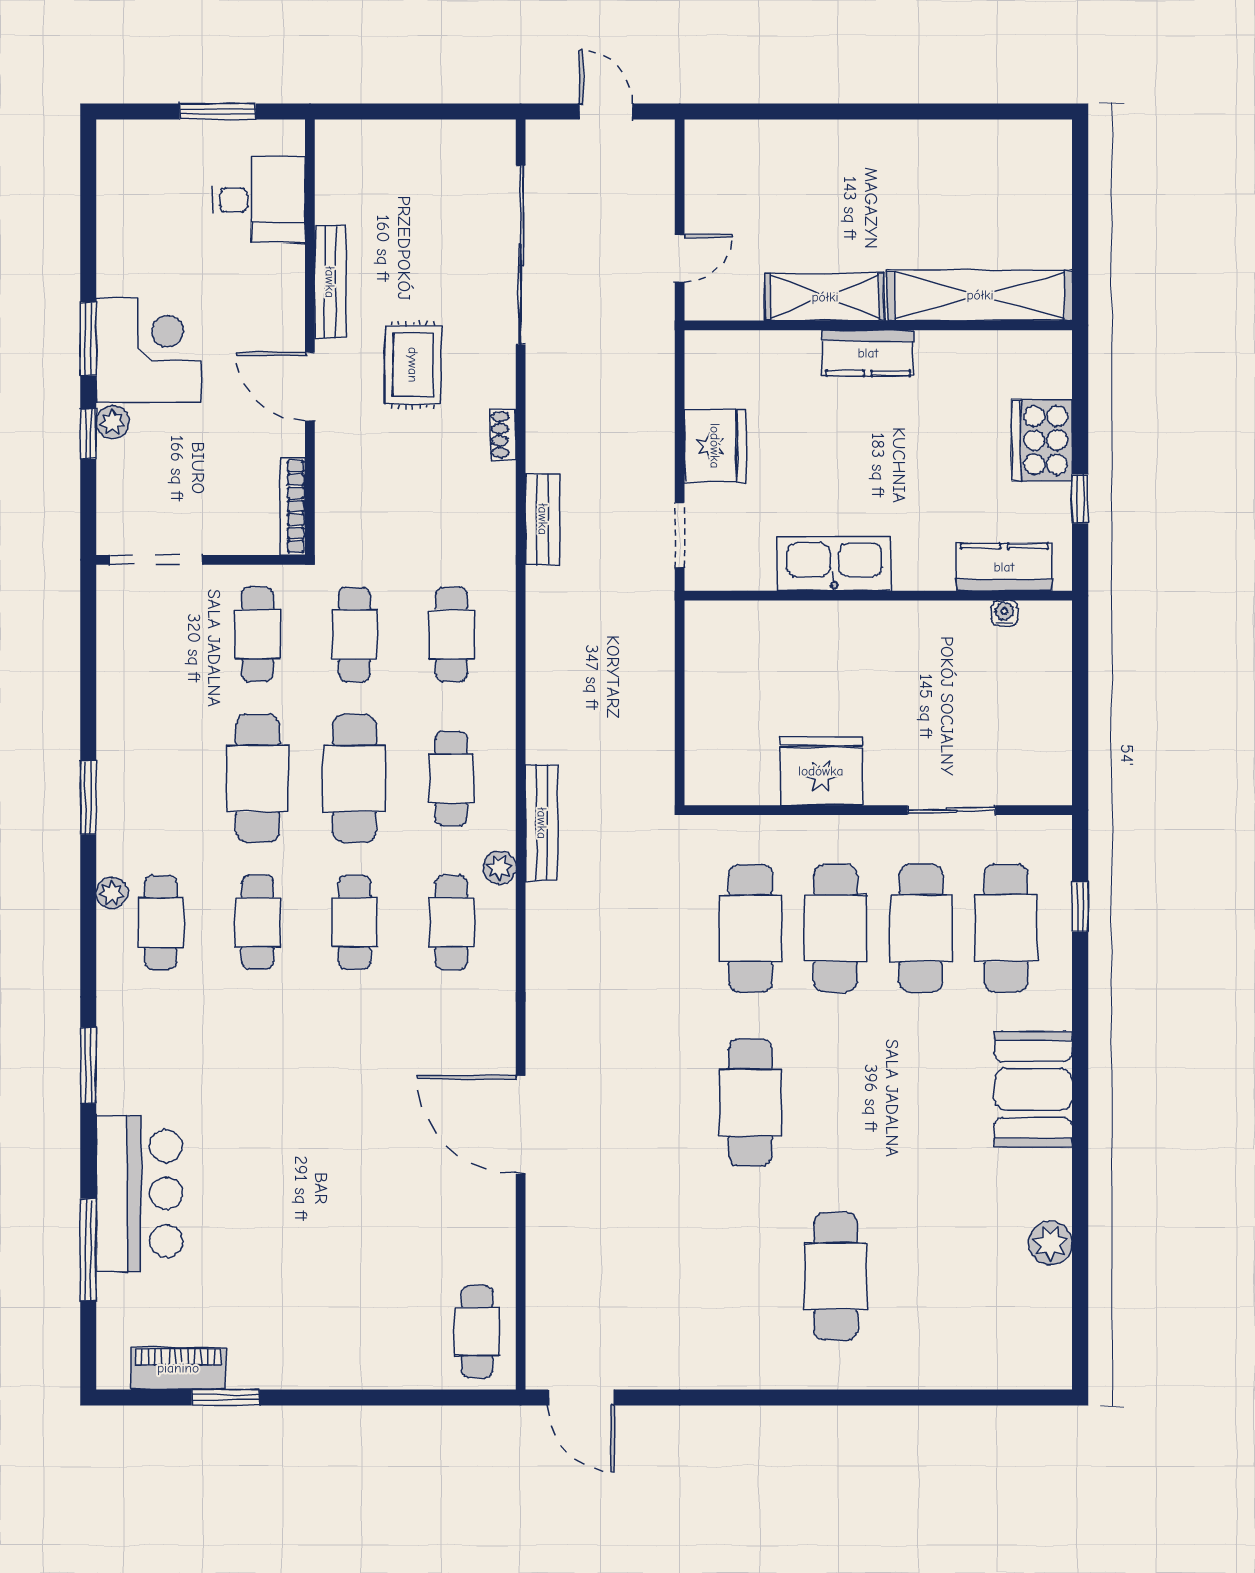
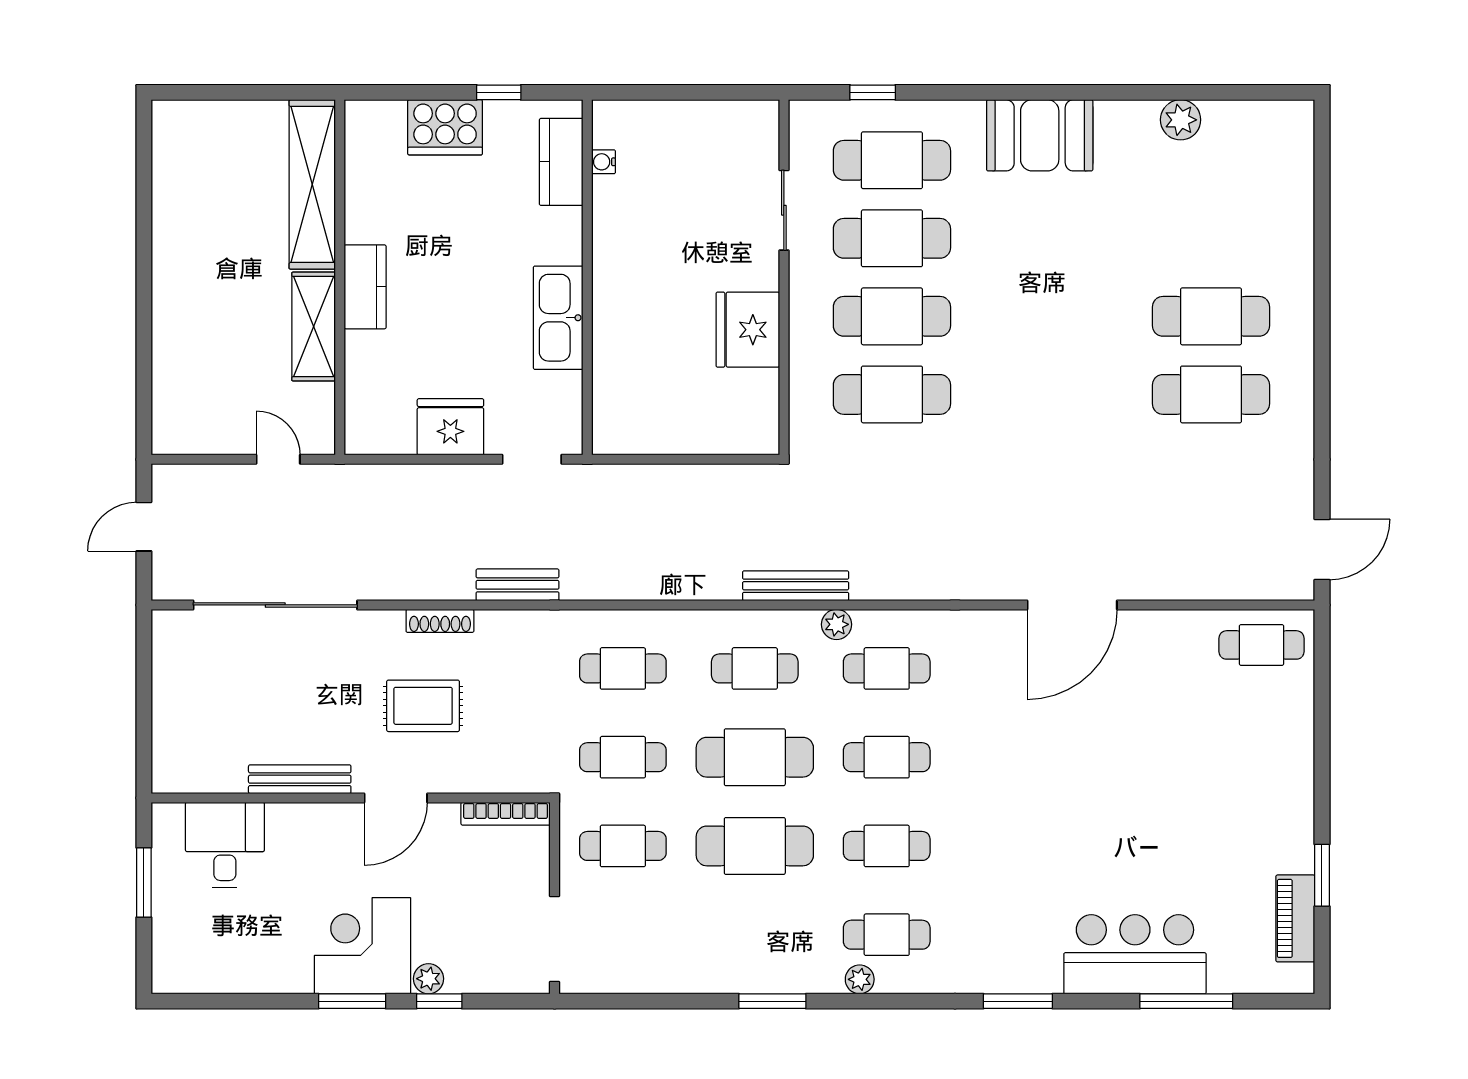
rug: (413, 365) -> (423, 706), moved
shoe rack: (503, 435) -> (440, 621), width x1.43
cafe table: (750, 1102) -> (1211, 394), moved

